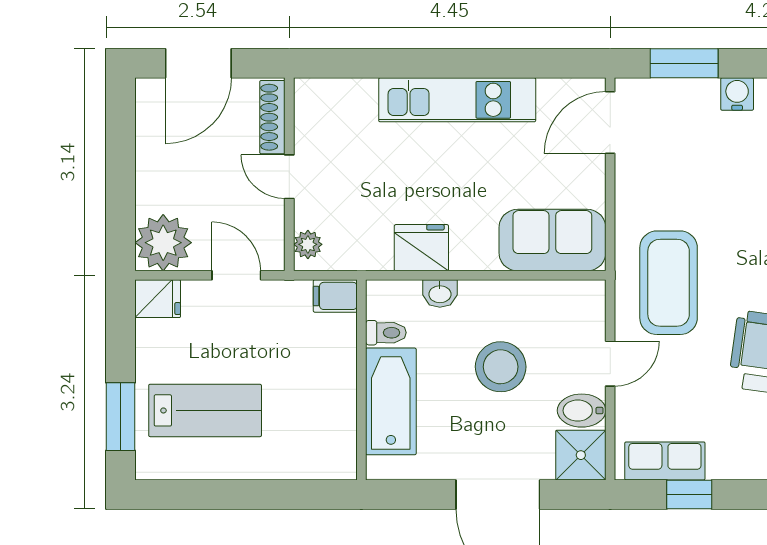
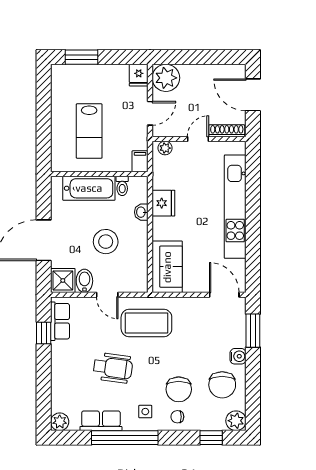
kitchen unit: (457, 100) -> (235, 207), width x1.36
lab bench: (205, 410) -> (89, 131), moved

